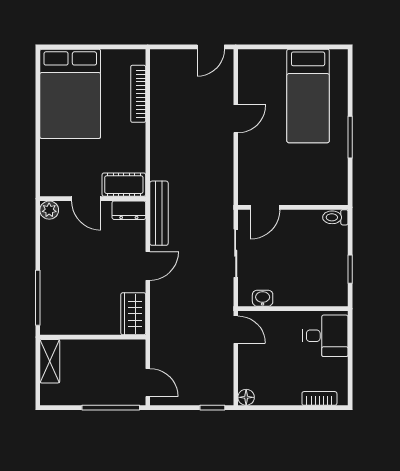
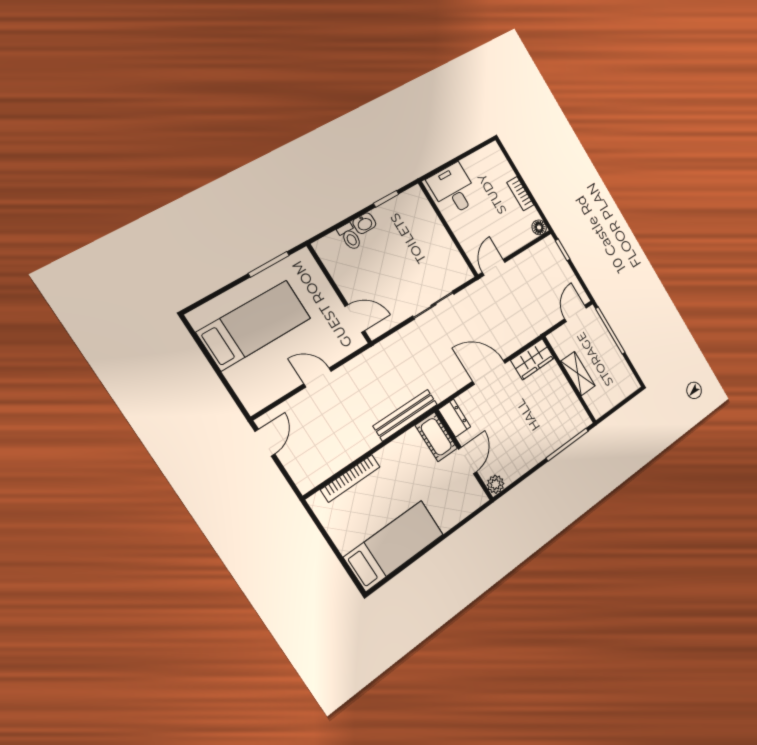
door: (211, 47) -> (265, 443), hinge flipped
bed: (70, 94) -> (394, 546), width x0.67
door: (265, 207) -> (355, 318), moved
wall: (293, 207) -> (339, 294), moved
bench: (159, 213) -> (405, 415), moved
door: (148, 266) -> (489, 372), width x1.38
washbasin: (263, 298) -> (364, 223), moved, turned -90
shelving: (50, 361) -> (578, 374), moved, turned 90
bookcase: (319, 398) -> (520, 194), moved

